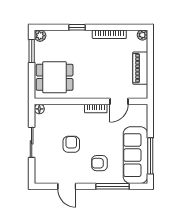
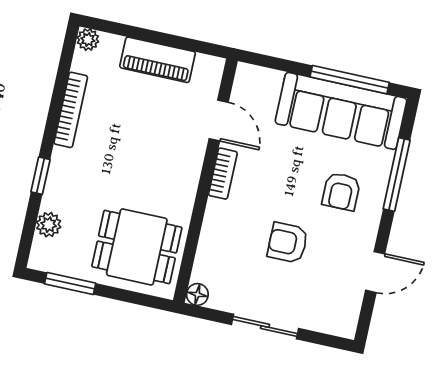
plant: (40, 36) -> (49, 225), moved
dining table: (55, 77) -> (137, 247), turned 90

